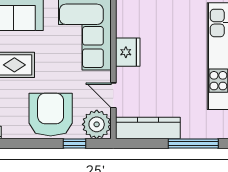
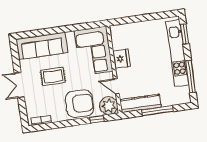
armchair: (51, 115) -> (80, 104), turned 90
window: (193, 143) -> (157, 111), moved

